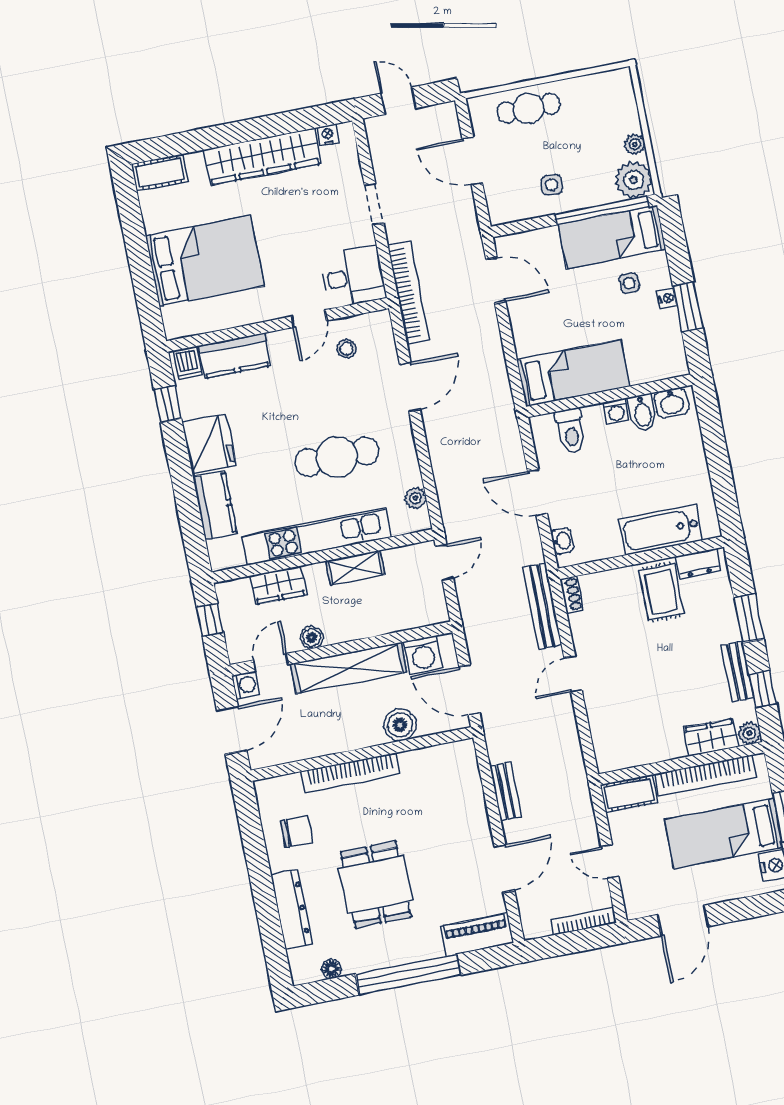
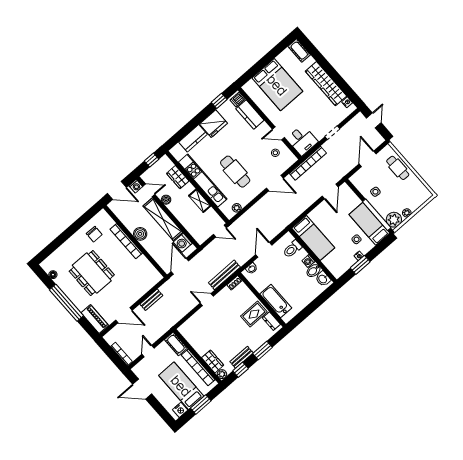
boiler: (400, 725) -> (140, 234), moved
dining table: (376, 885) -> (92, 273), width x1.38
dresser: (292, 910) -> (66, 248), removed

